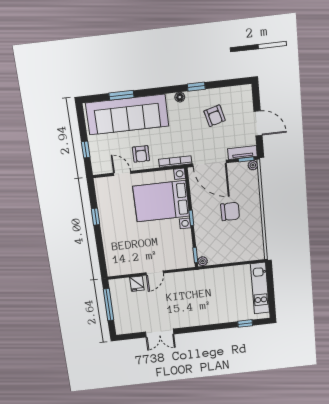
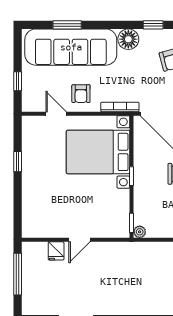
floor lamp: (180, 97) -> (128, 39), width x1.89, depth x1.89

